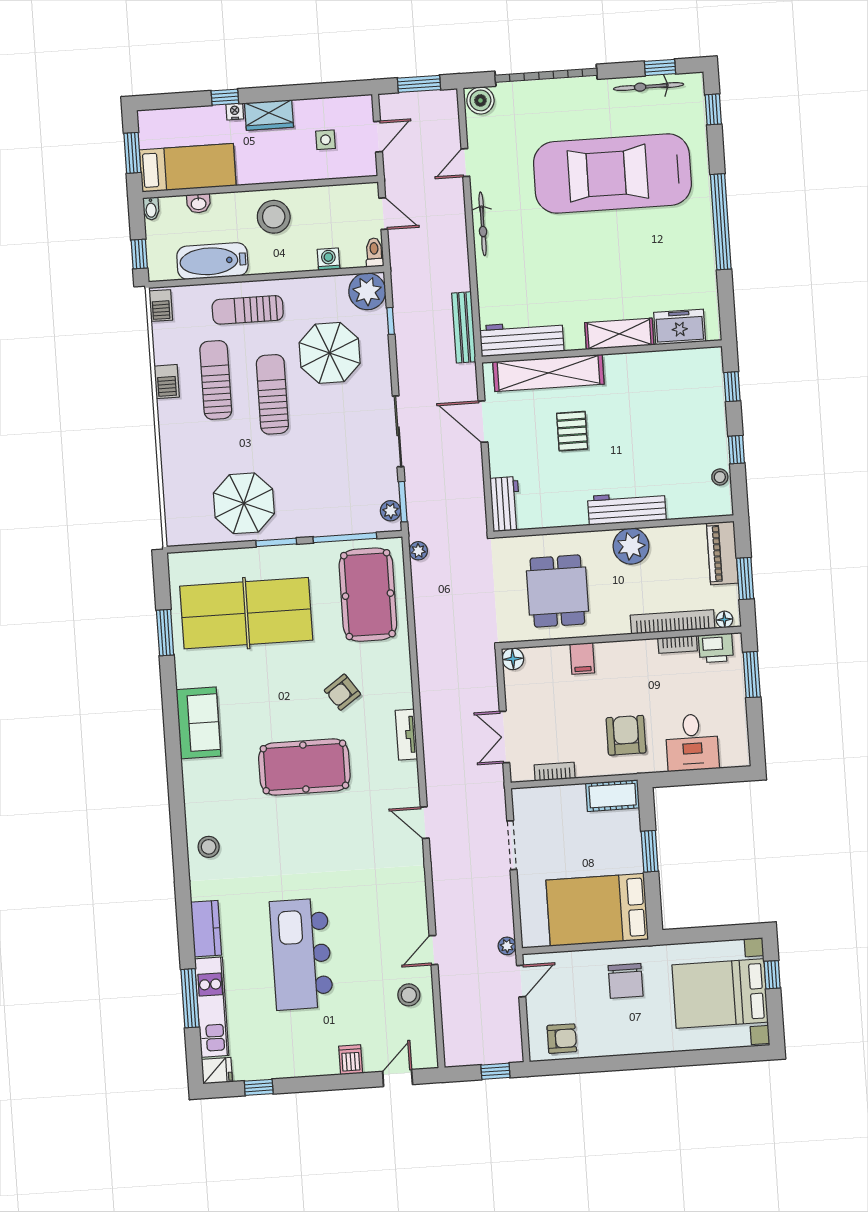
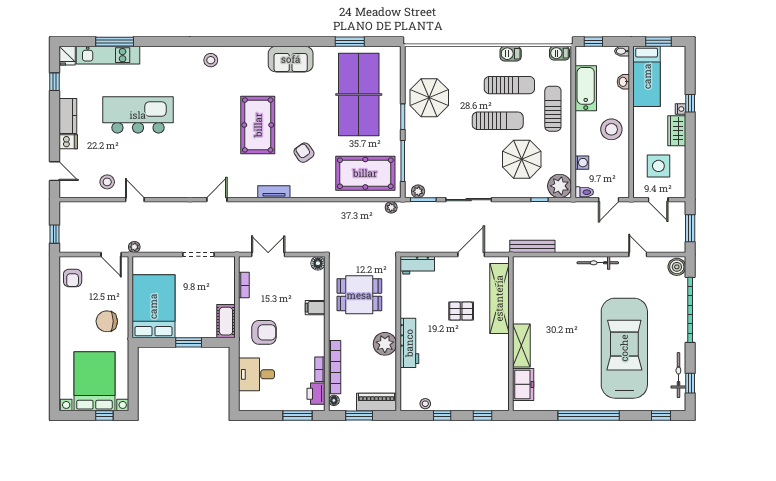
side table: (326, 140) -> (658, 166), width x1.87, depth x1.87
workbench: (522, 338) -> (523, 283), removed
kitchen counter: (206, 929) -> (68, 116), moved, turned -90

